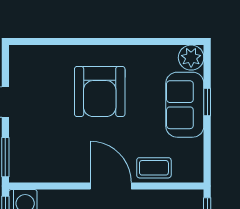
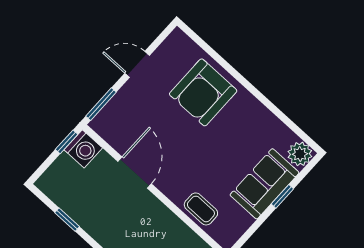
armchair: (100, 92) -> (203, 92), moved
door: (111, 186) -> (135, 173), moved

